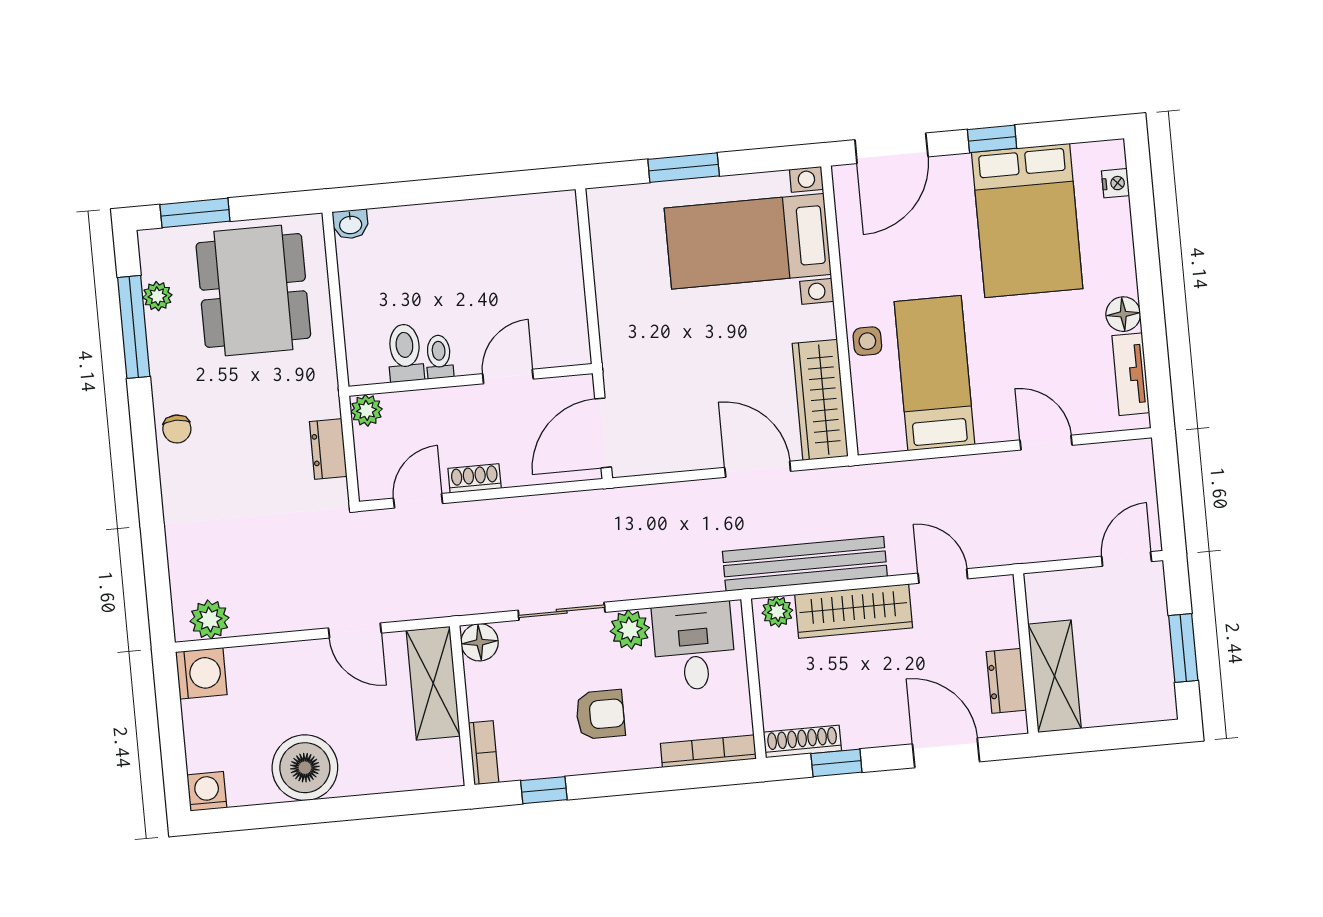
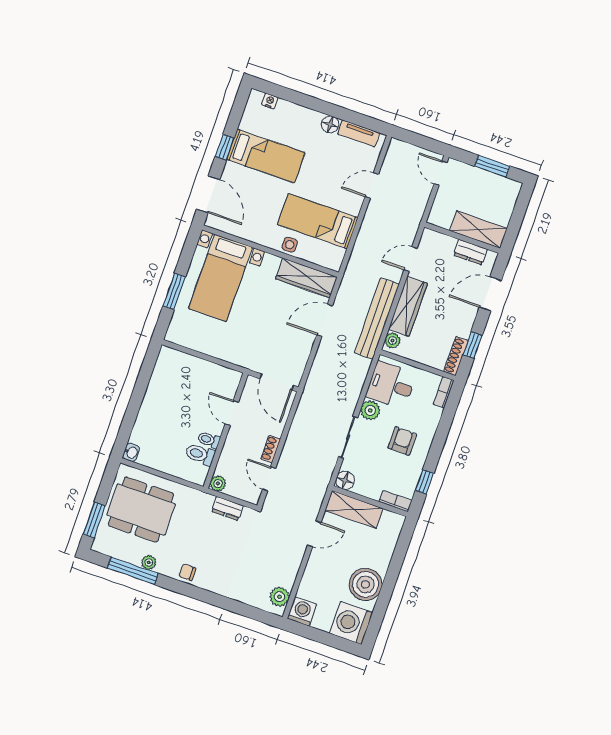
bed: (1027, 221) -> (266, 156), width x0.67
plant: (157, 296) -> (149, 562), moved
chair: (177, 429) -> (187, 572), turned 180
bookcase: (708, 751) -> (444, 392), width x0.64
washing machine: (207, 791) -> (351, 623), width x1.89, depth x1.89

